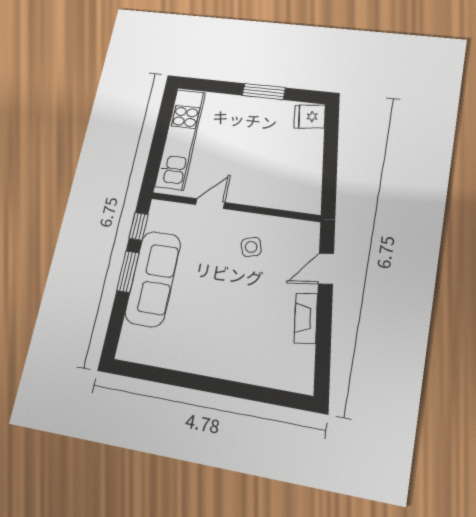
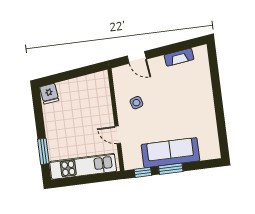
window: (264, 92) -> (43, 151), moved
fireplace: (306, 318) -> (179, 57), moved

